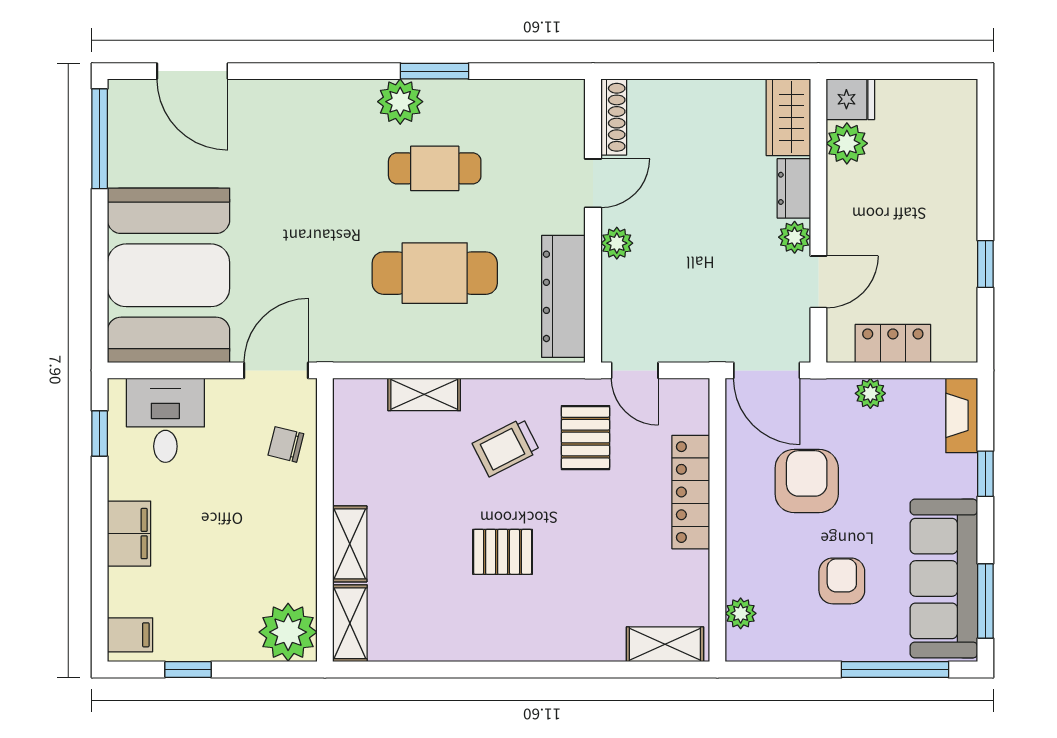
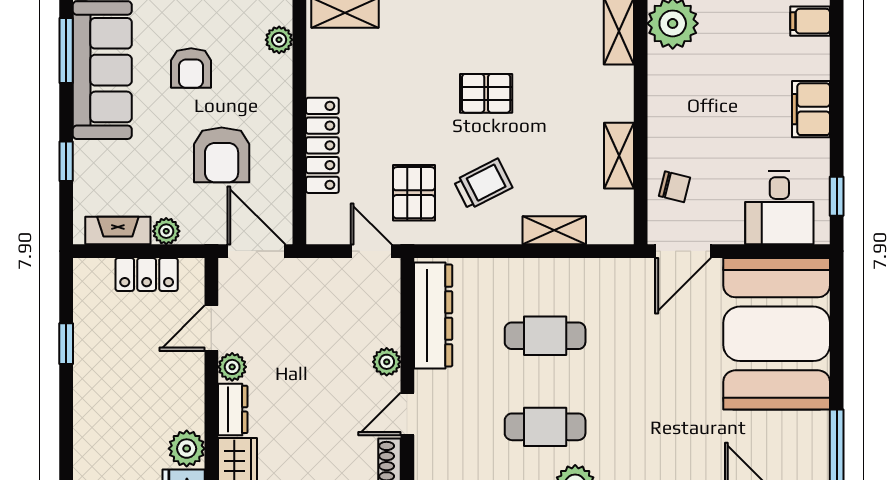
cafe table: (435, 273) -> (545, 336), width x0.73, depth x0.74
fireplace: (962, 415) -> (118, 231), moved, turned -90
shelving: (350, 544) -> (619, 156), moved

